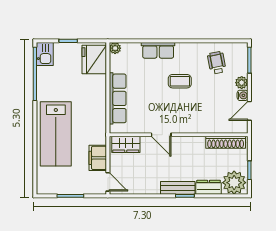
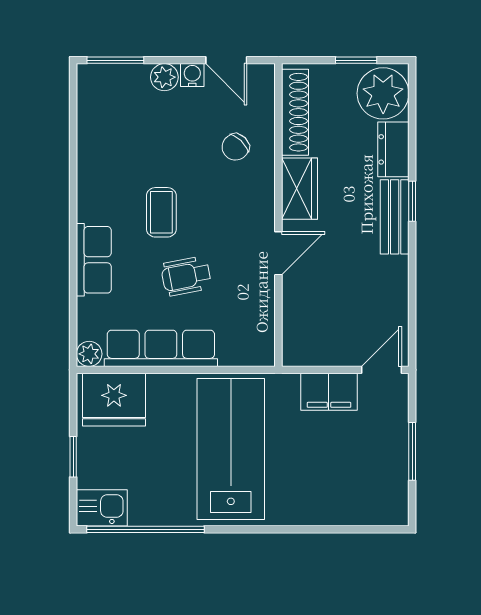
wheelchair: (217, 63) -> (186, 276), moved
row of seats: (118, 98) -> (161, 348), moved
chair: (210, 115) -> (235, 147), added
lab bench: (56, 134) -> (231, 449), moved, turned -90
wardrobe: (126, 144) -> (300, 189), moved

